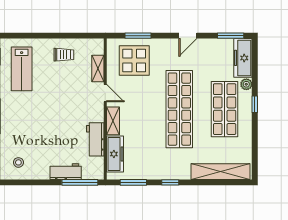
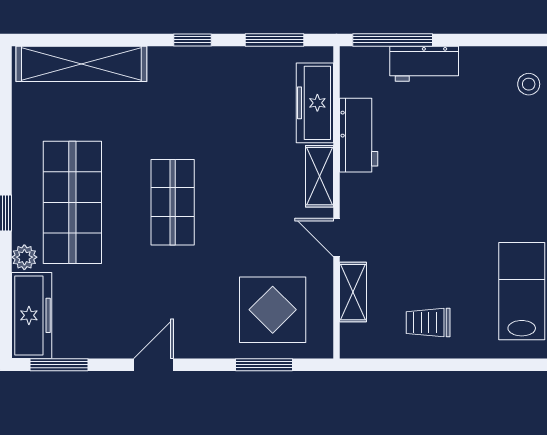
shop shelf: (179, 109) -> (173, 202), width x0.50, depth x0.74

